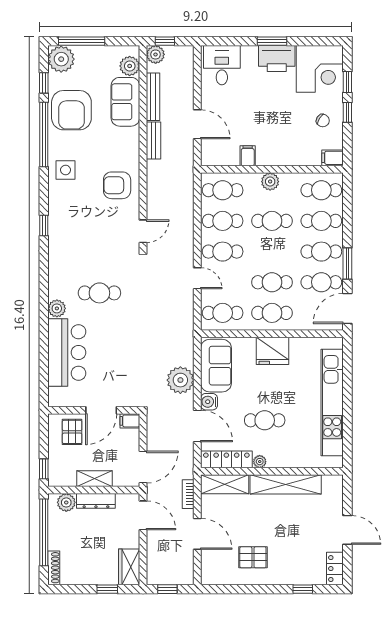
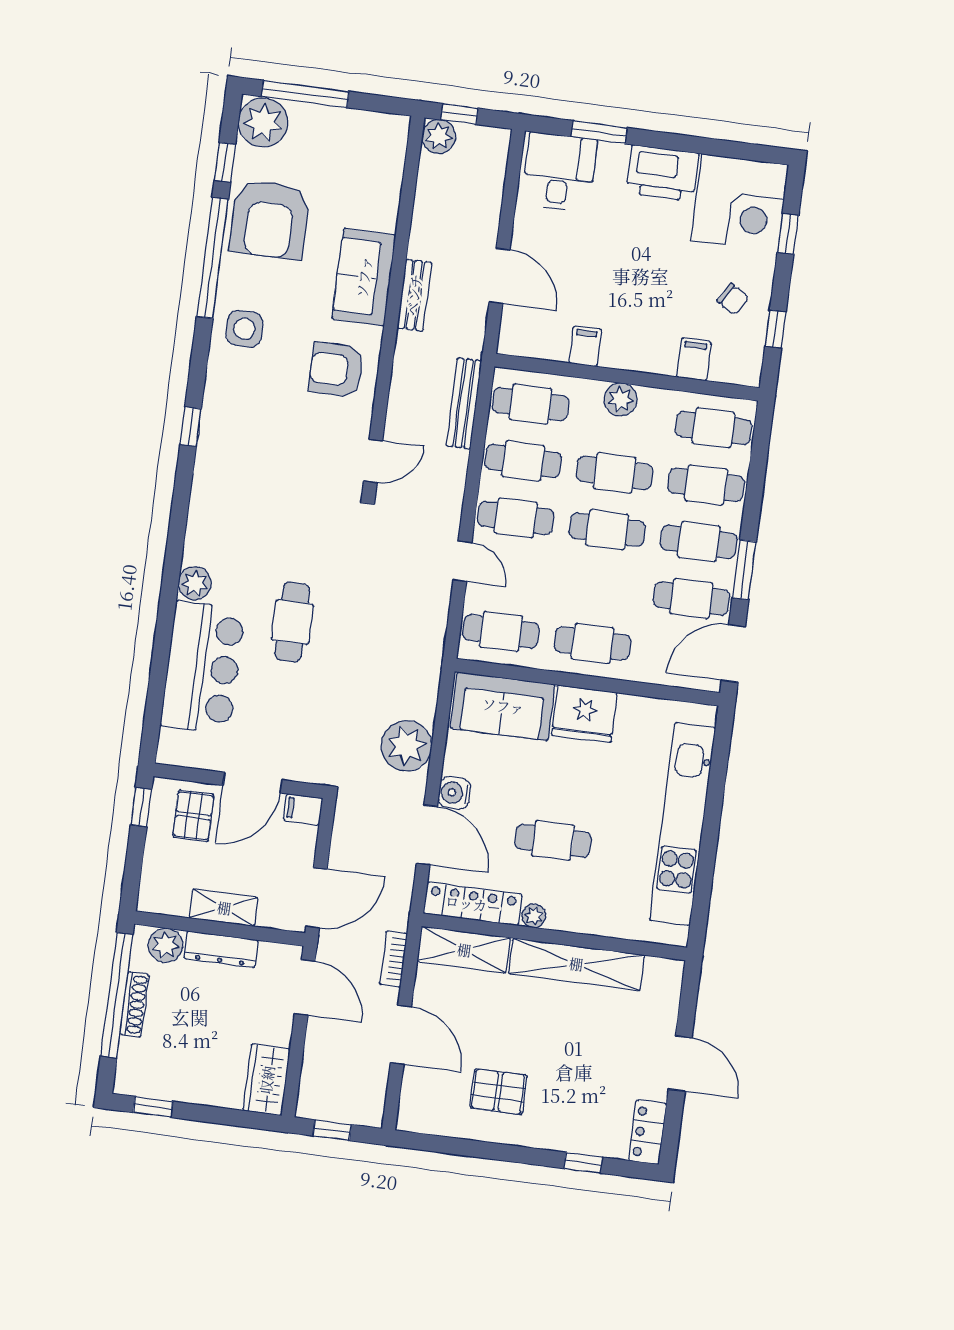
window: (272, 41) -> (599, 132), moved
plant: (130, 66) -> (388, 152), removed
bench: (153, 97) -> (464, 403), moved
sofa: (125, 102) -> (364, 277), moved
window: (347, 112) -> (776, 329), moved
filing cabinet: (333, 158) -> (694, 359), moved, turned 90
cafe table: (272, 282) -> (607, 530), moved
cafe table: (99, 293) -> (292, 622), moved, turned 90
sofa: (216, 366) -> (503, 706), moved, turned 90
window: (44, 469) -> (141, 807), moved
shoe rack: (54, 568) -> (134, 1004), moved
window: (107, 589) -> (153, 1107), moved

